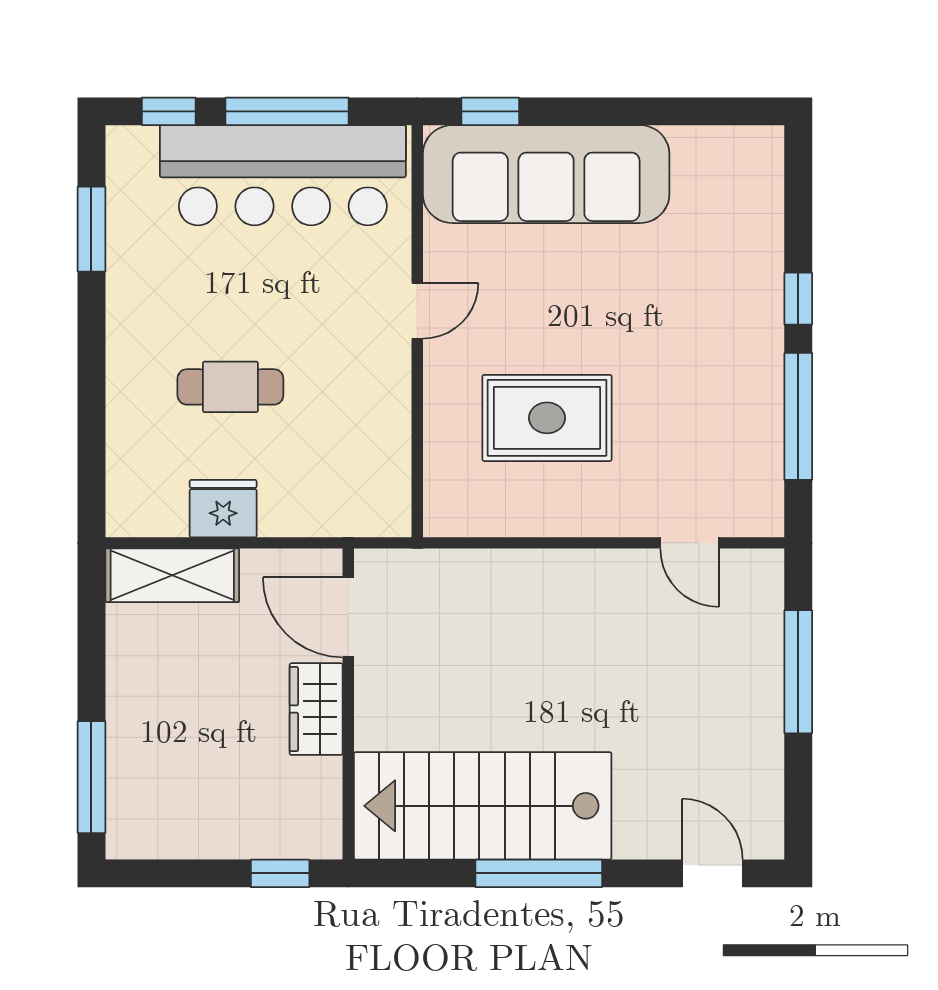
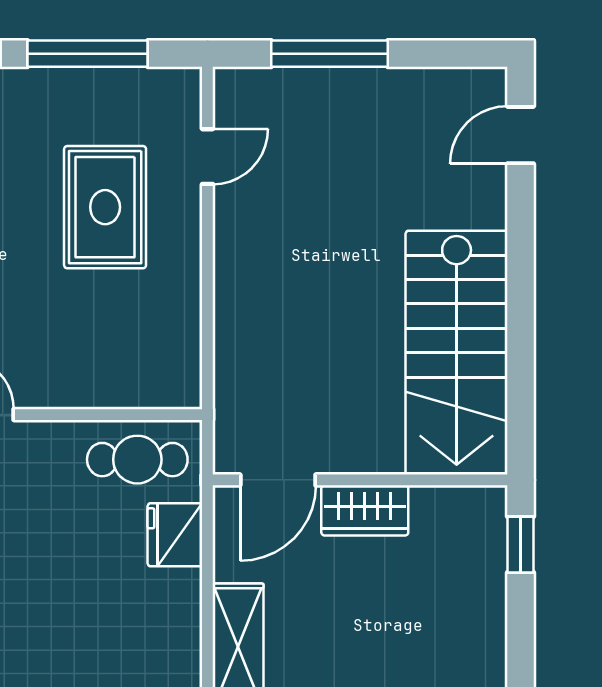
cafe table: (230, 387) -> (137, 460), moved, turned 90
rug: (547, 418) -> (105, 207), moved
fridge: (223, 509) -> (175, 535), moved
window: (539, 873) -> (520, 299), removed

